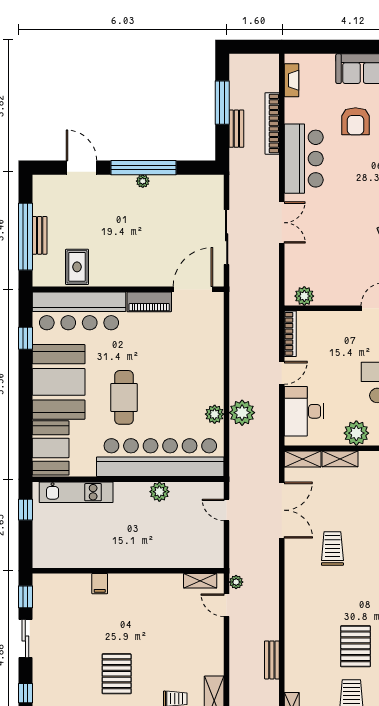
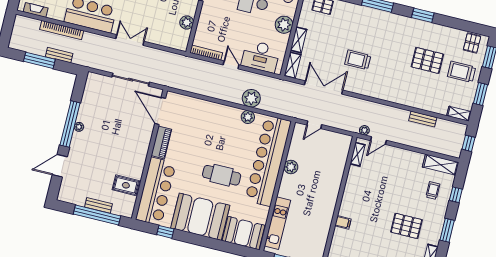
plant: (304, 296) -> (187, 22), moved

